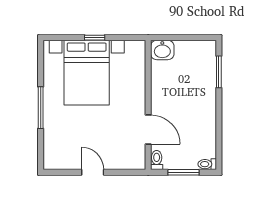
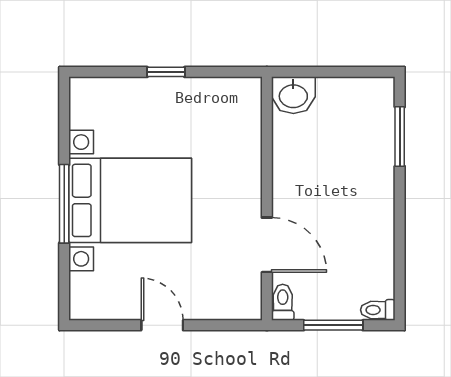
bed with nightstands: (87, 73) -> (130, 200), moved, turned -90

